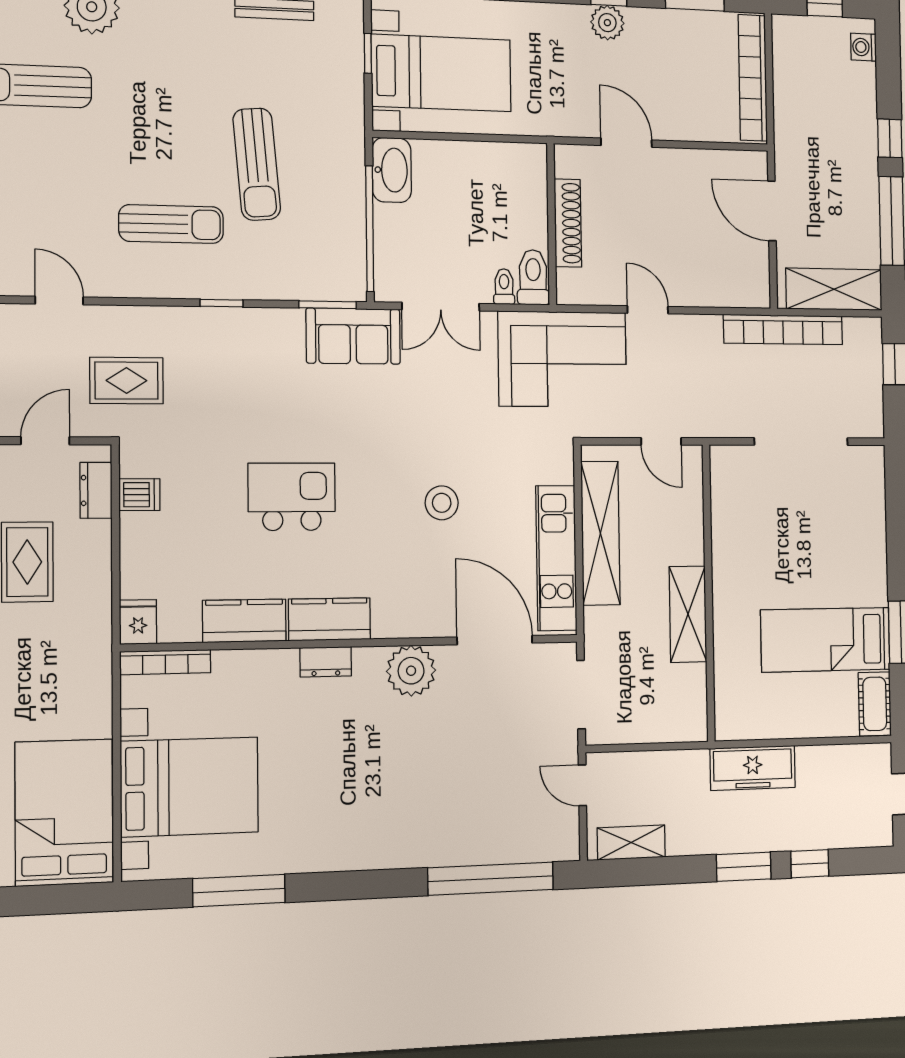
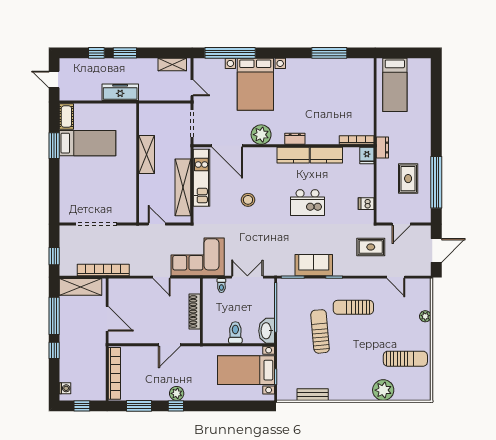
door: (626, 143) -> (169, 345), hinge flipped
toilet: (533, 277) -> (235, 333), moved, turned 180
sofa: (353, 336) -> (314, 265), moved
dresser: (96, 490) -> (382, 148), moved
bed with nightstands: (190, 787) -> (255, 84), moved, turned -90
bed: (64, 812) -> (395, 85), width x0.67

